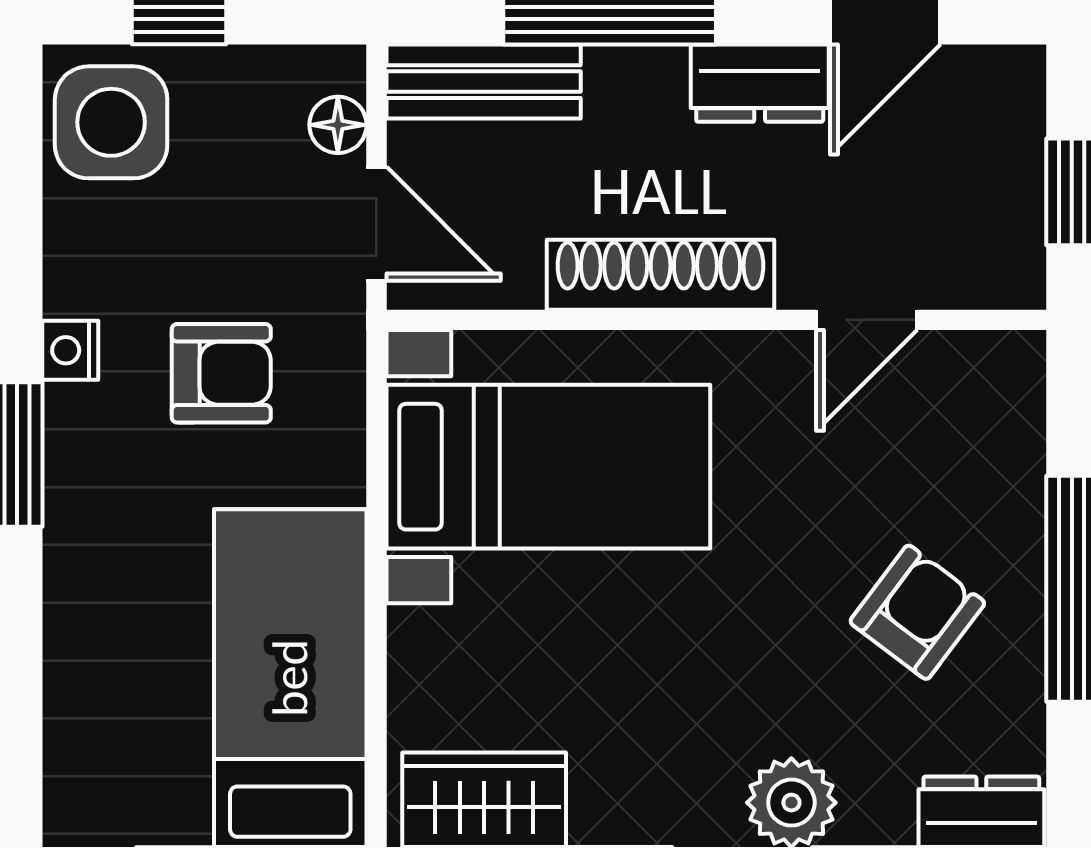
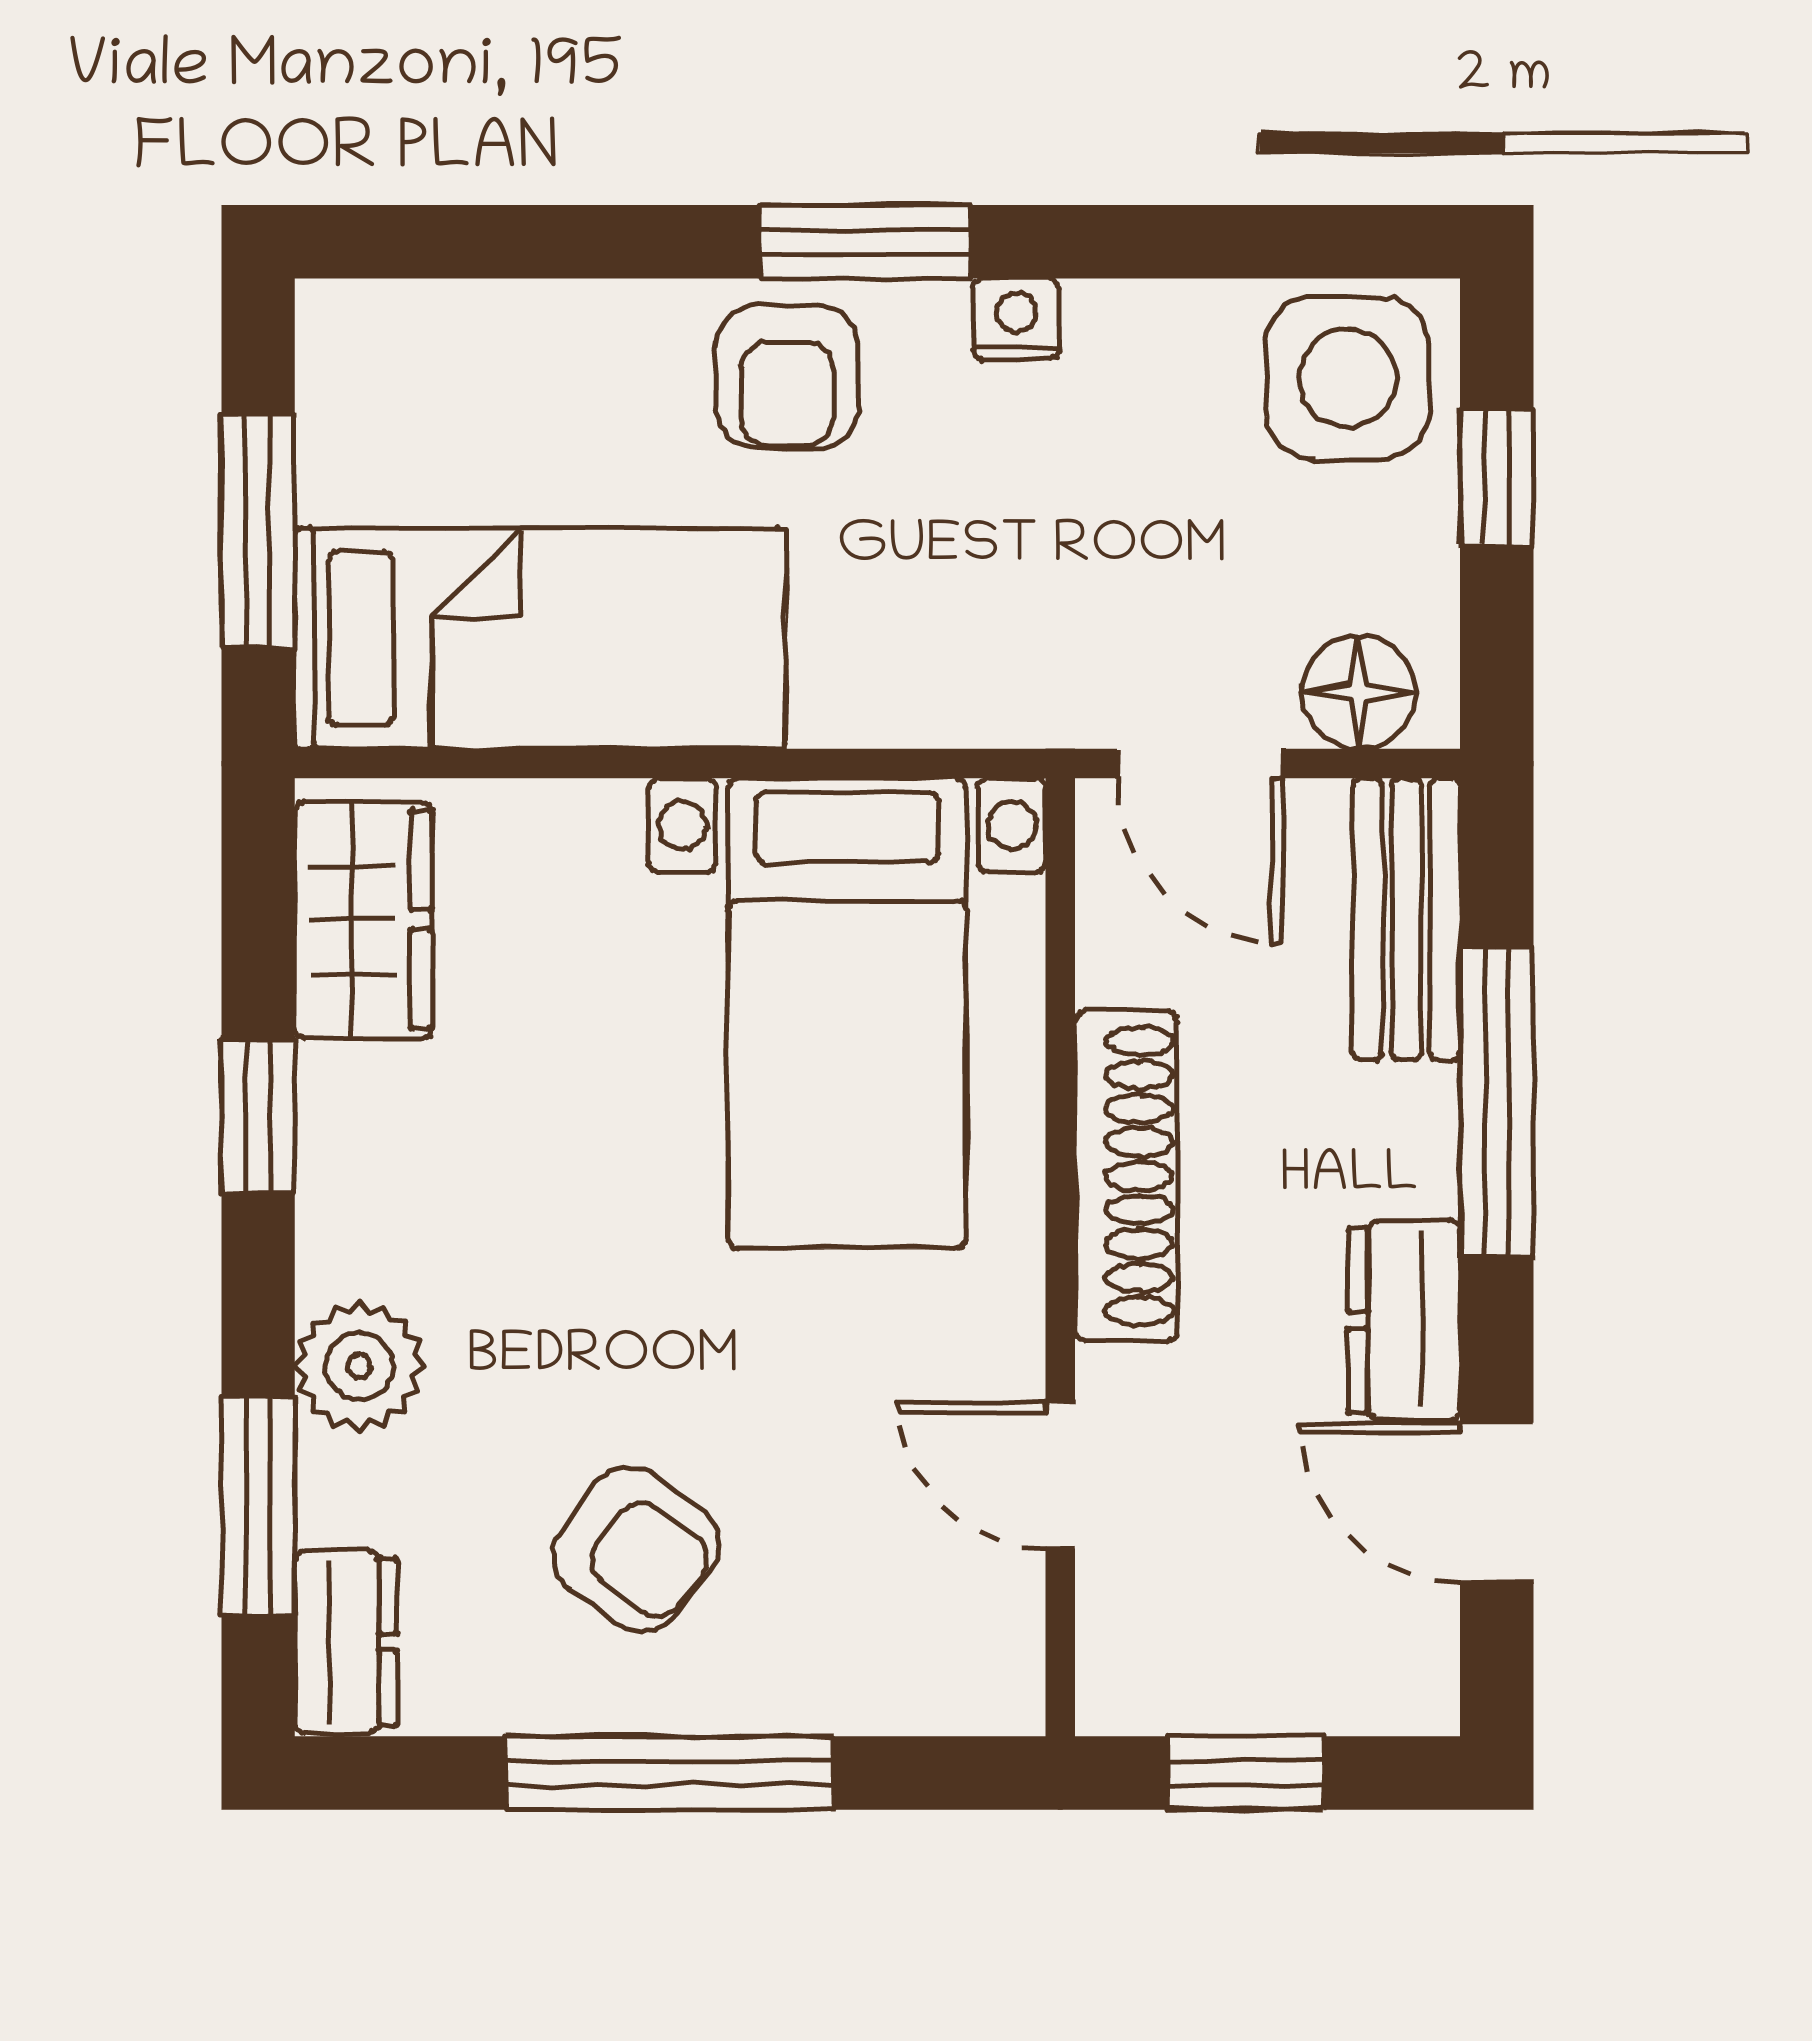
floor lamp: (338, 125) -> (1359, 692), width x1.37, depth x1.37
door: (376, 224) -> (1200, 764), hinge flipped
armchair: (221, 373) -> (787, 377), moved

